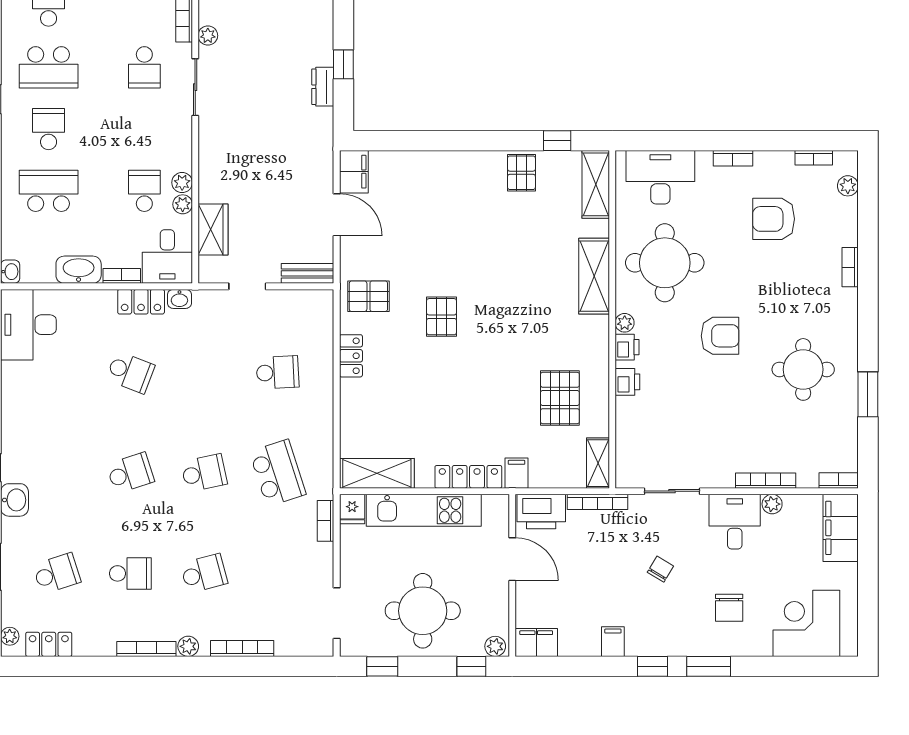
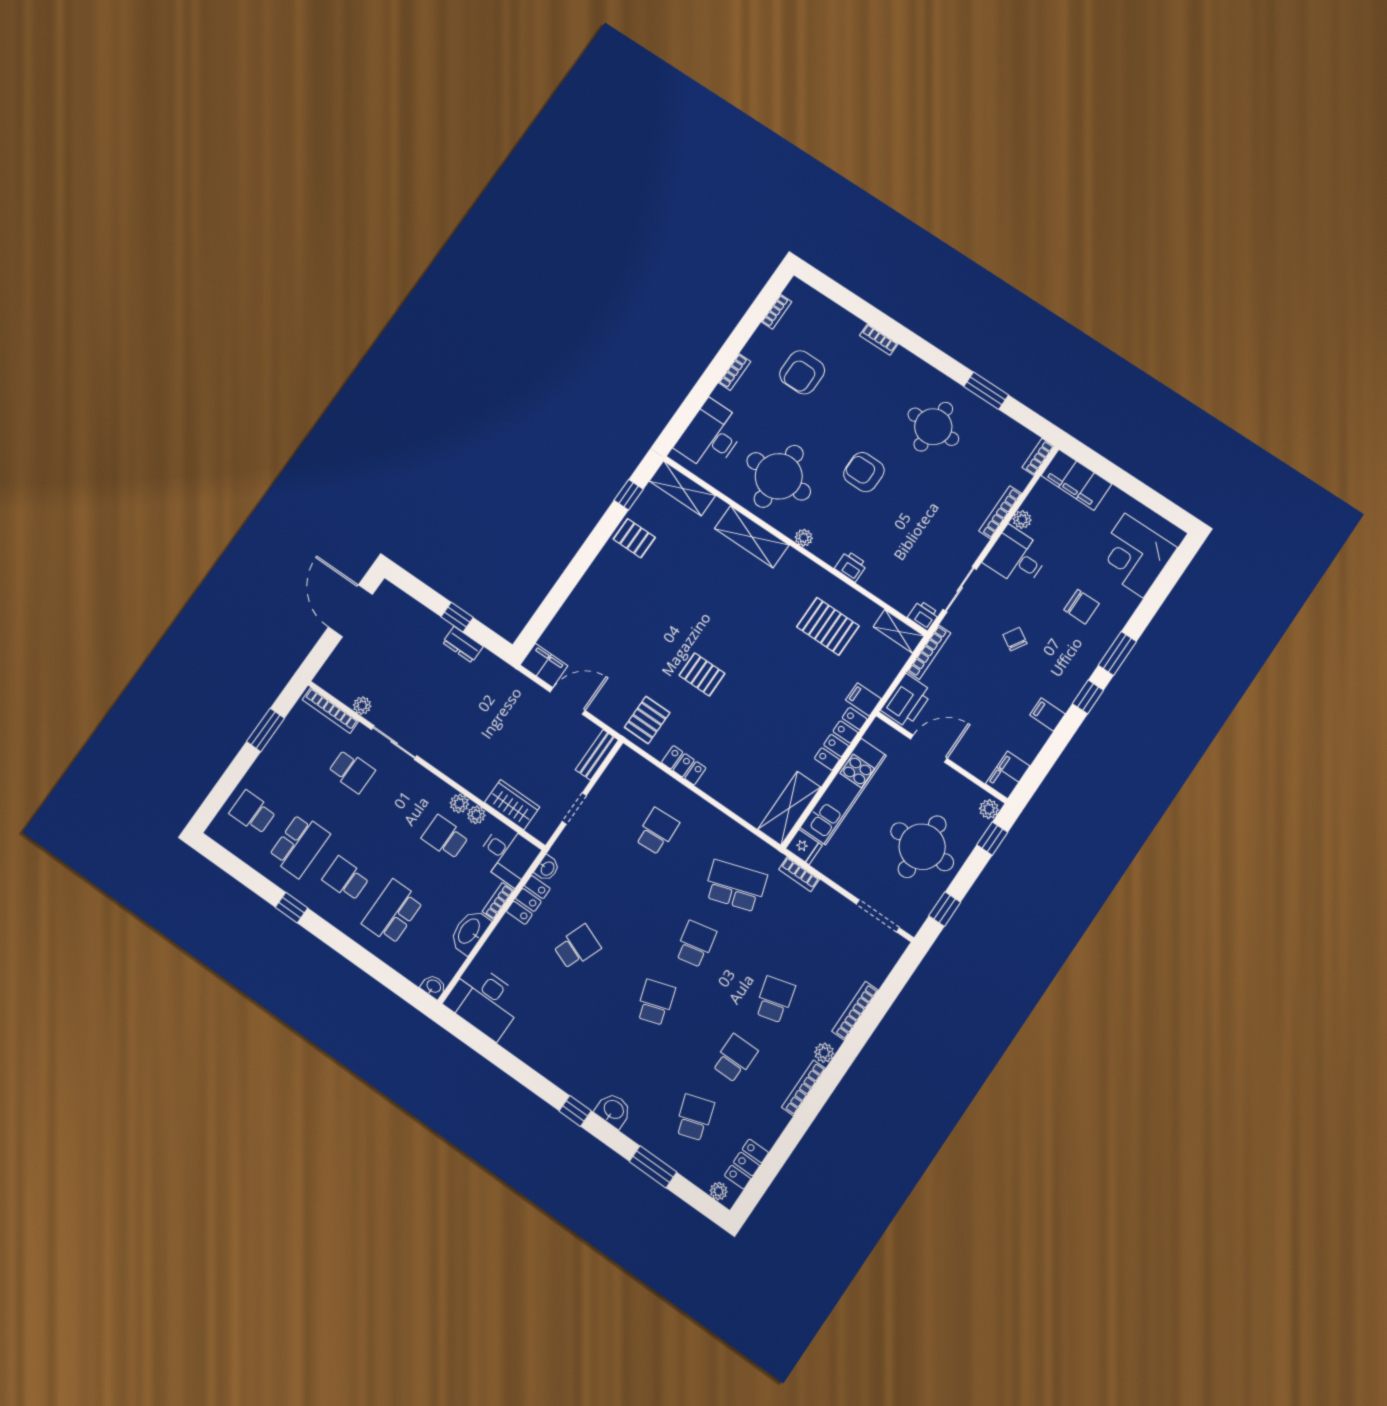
plant: (848, 186) -> (815, 301), removed
armchair: (720, 336) -> (864, 472), turned -90
printer: (627, 347) -> (924, 615), moved

